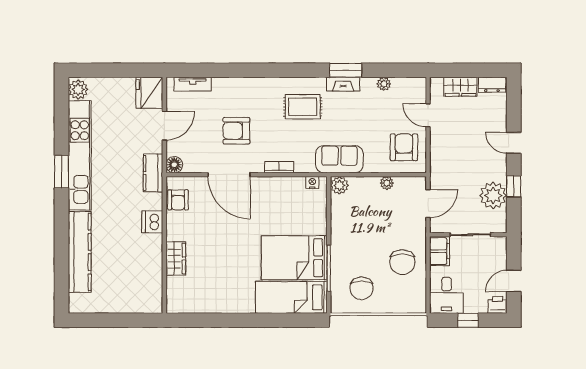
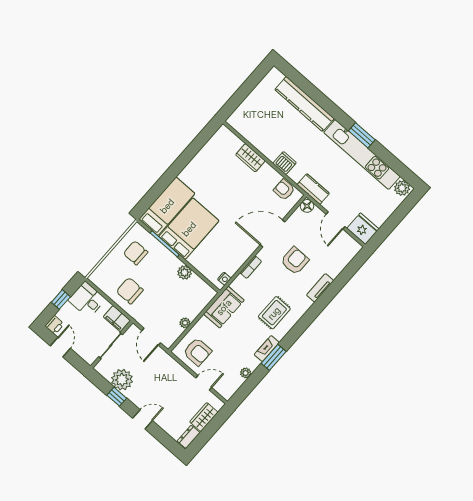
tv unit: (193, 84) -> (320, 288), moved
plant: (339, 185) -> (185, 272), moved

